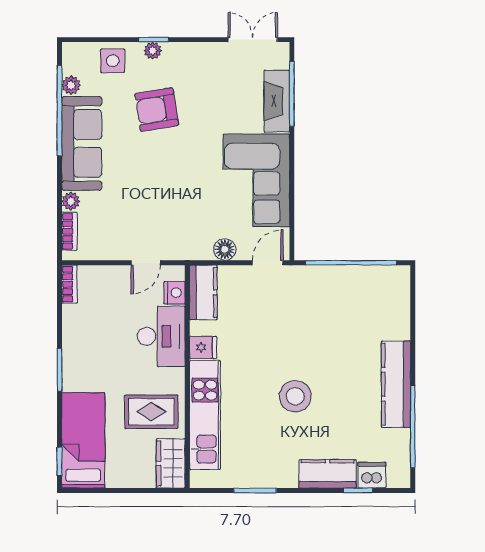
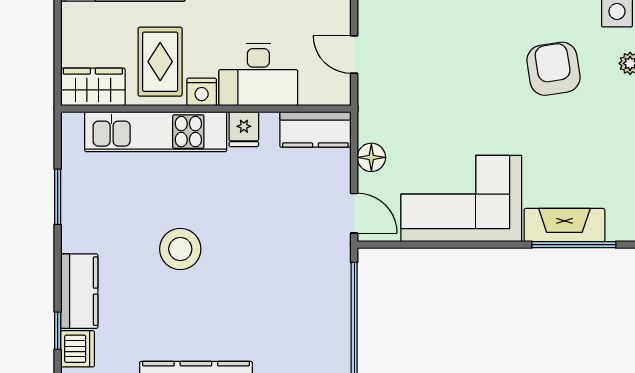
nightstand: (174, 293) -> (202, 92), moved

